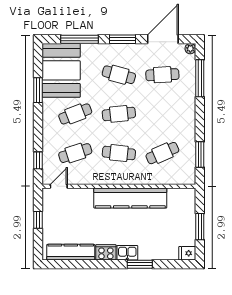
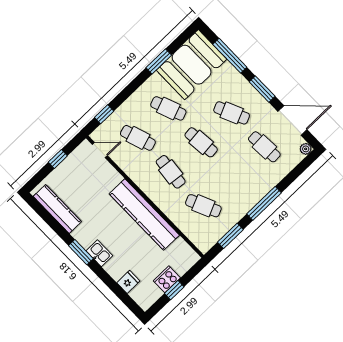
cafe table: (119, 75) -> (232, 113), turned -39
window: (200, 78) -> (264, 203), moved
window: (200, 227) -> (174, 290), width x0.67
cooker: (106, 252) -> (167, 279), moved, turned -90
fridge: (187, 253) -> (128, 282), moved, turned 90
window: (140, 264) -> (81, 252), moved

